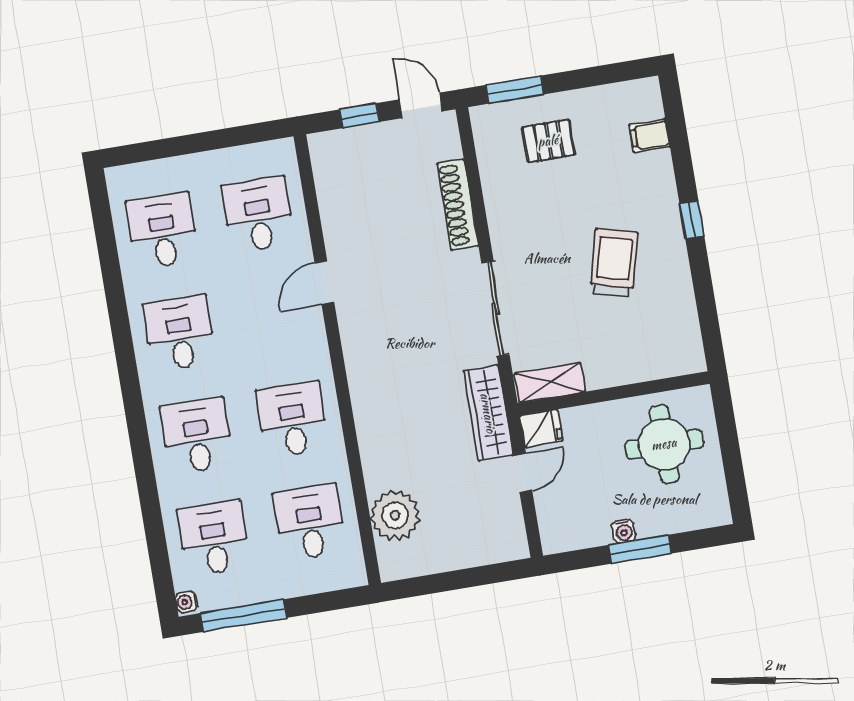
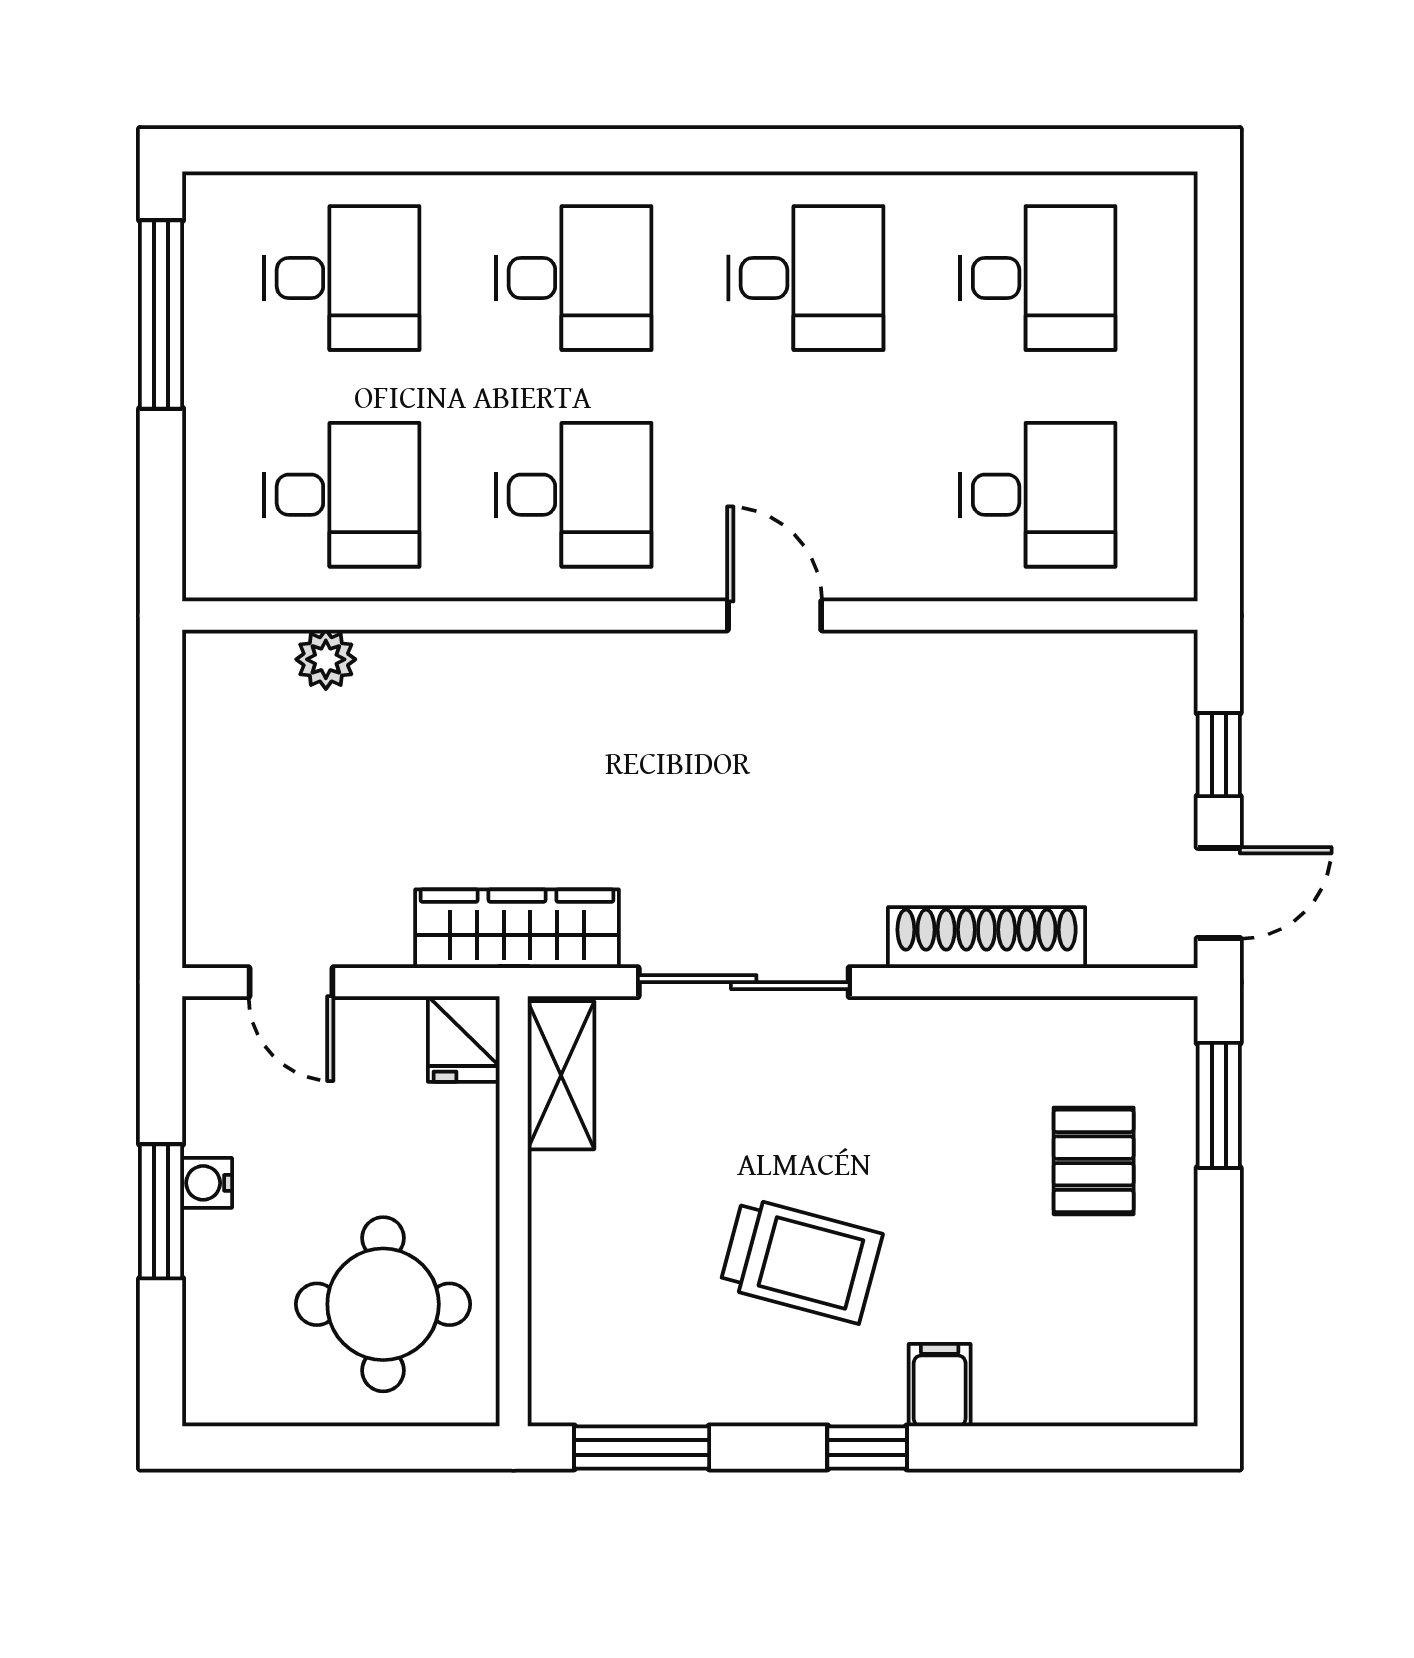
filing cabinet: (649, 136) -> (940, 1385), moved
door: (324, 283) -> (775, 615), moved
window: (709, 319) -> (642, 1447), added
door: (523, 473) -> (291, 982), moved
plant: (395, 515) -> (326, 659), width x0.53, depth x0.53
water cooler: (186, 602) -> (212, 194), removed

